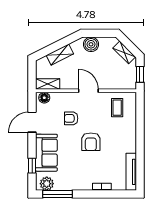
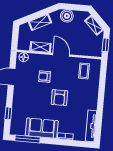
shelving: (48, 84) -> (40, 47), moved
sofa: (46, 153) -> (42, 128), moved, turned -90
plant: (47, 184) -> (19, 129), removed

